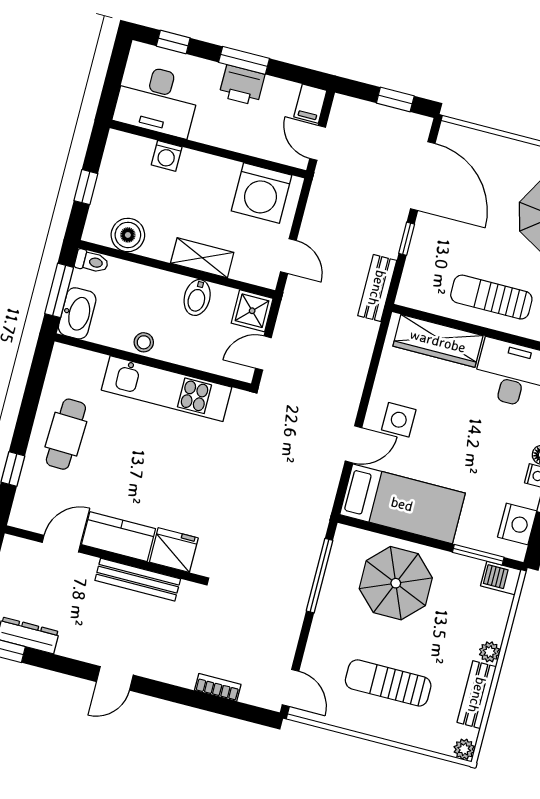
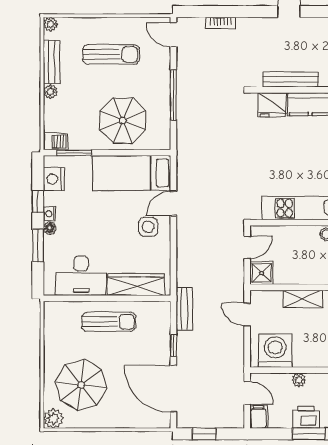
plant: (238, 142) -> (299, 380), added
bidet: (197, 297) -> (299, 272), removed
window: (320, 576) -> (173, 95), moved

